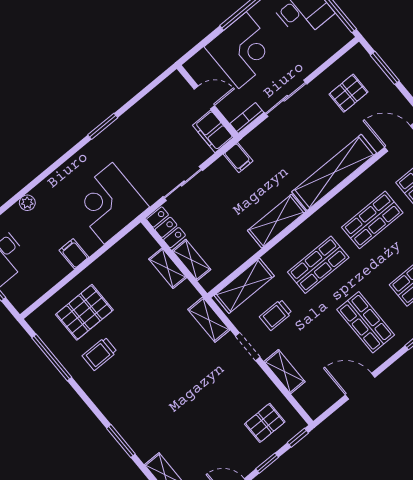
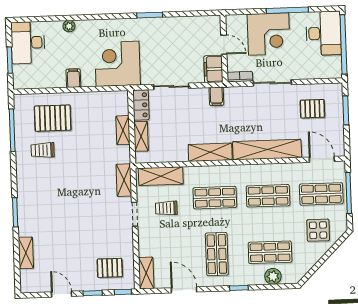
shelving: (284, 372) -> (146, 273), moved

